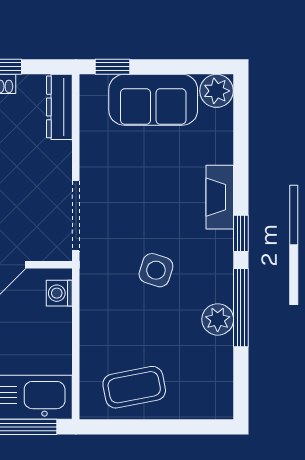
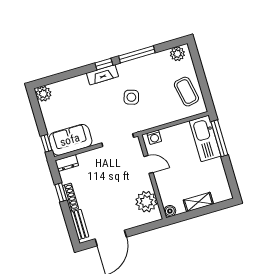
sofa: (153, 100) -> (70, 140), moved, turned -90
dresser: (59, 107) -> (67, 163), width x0.70
fireplace: (220, 197) -> (102, 75), moved
plant: (218, 319) -> (177, 54), moved

